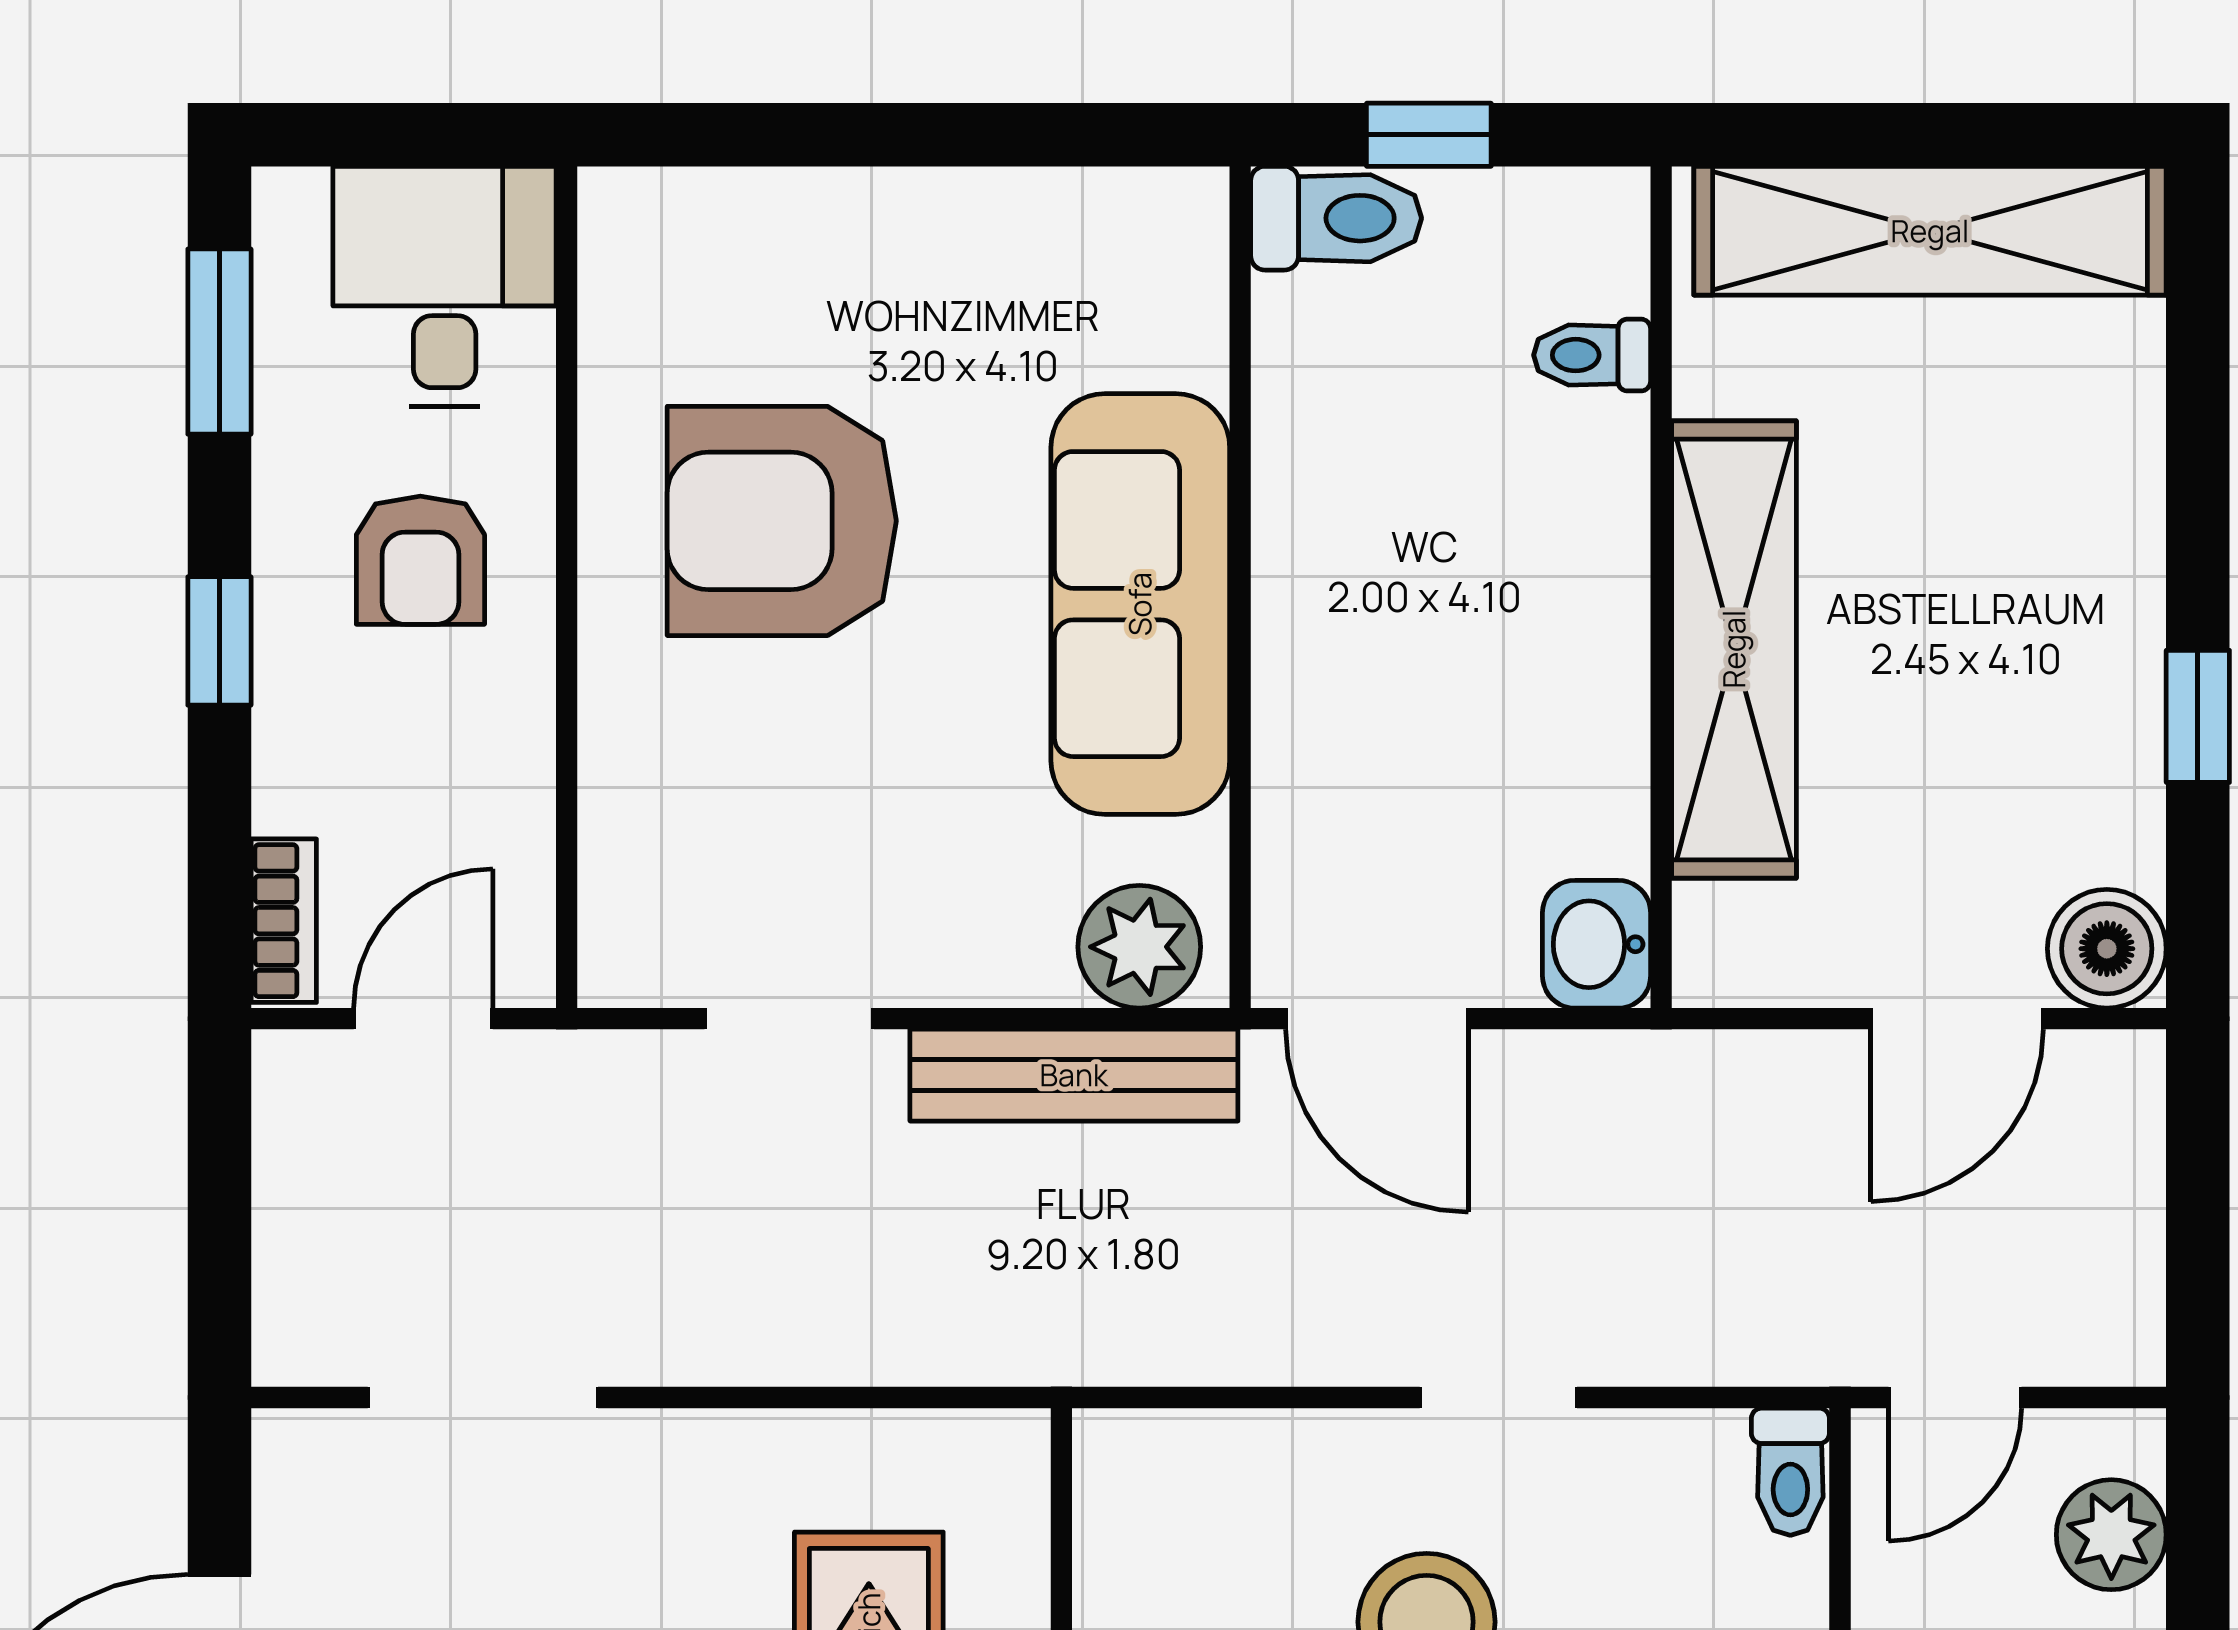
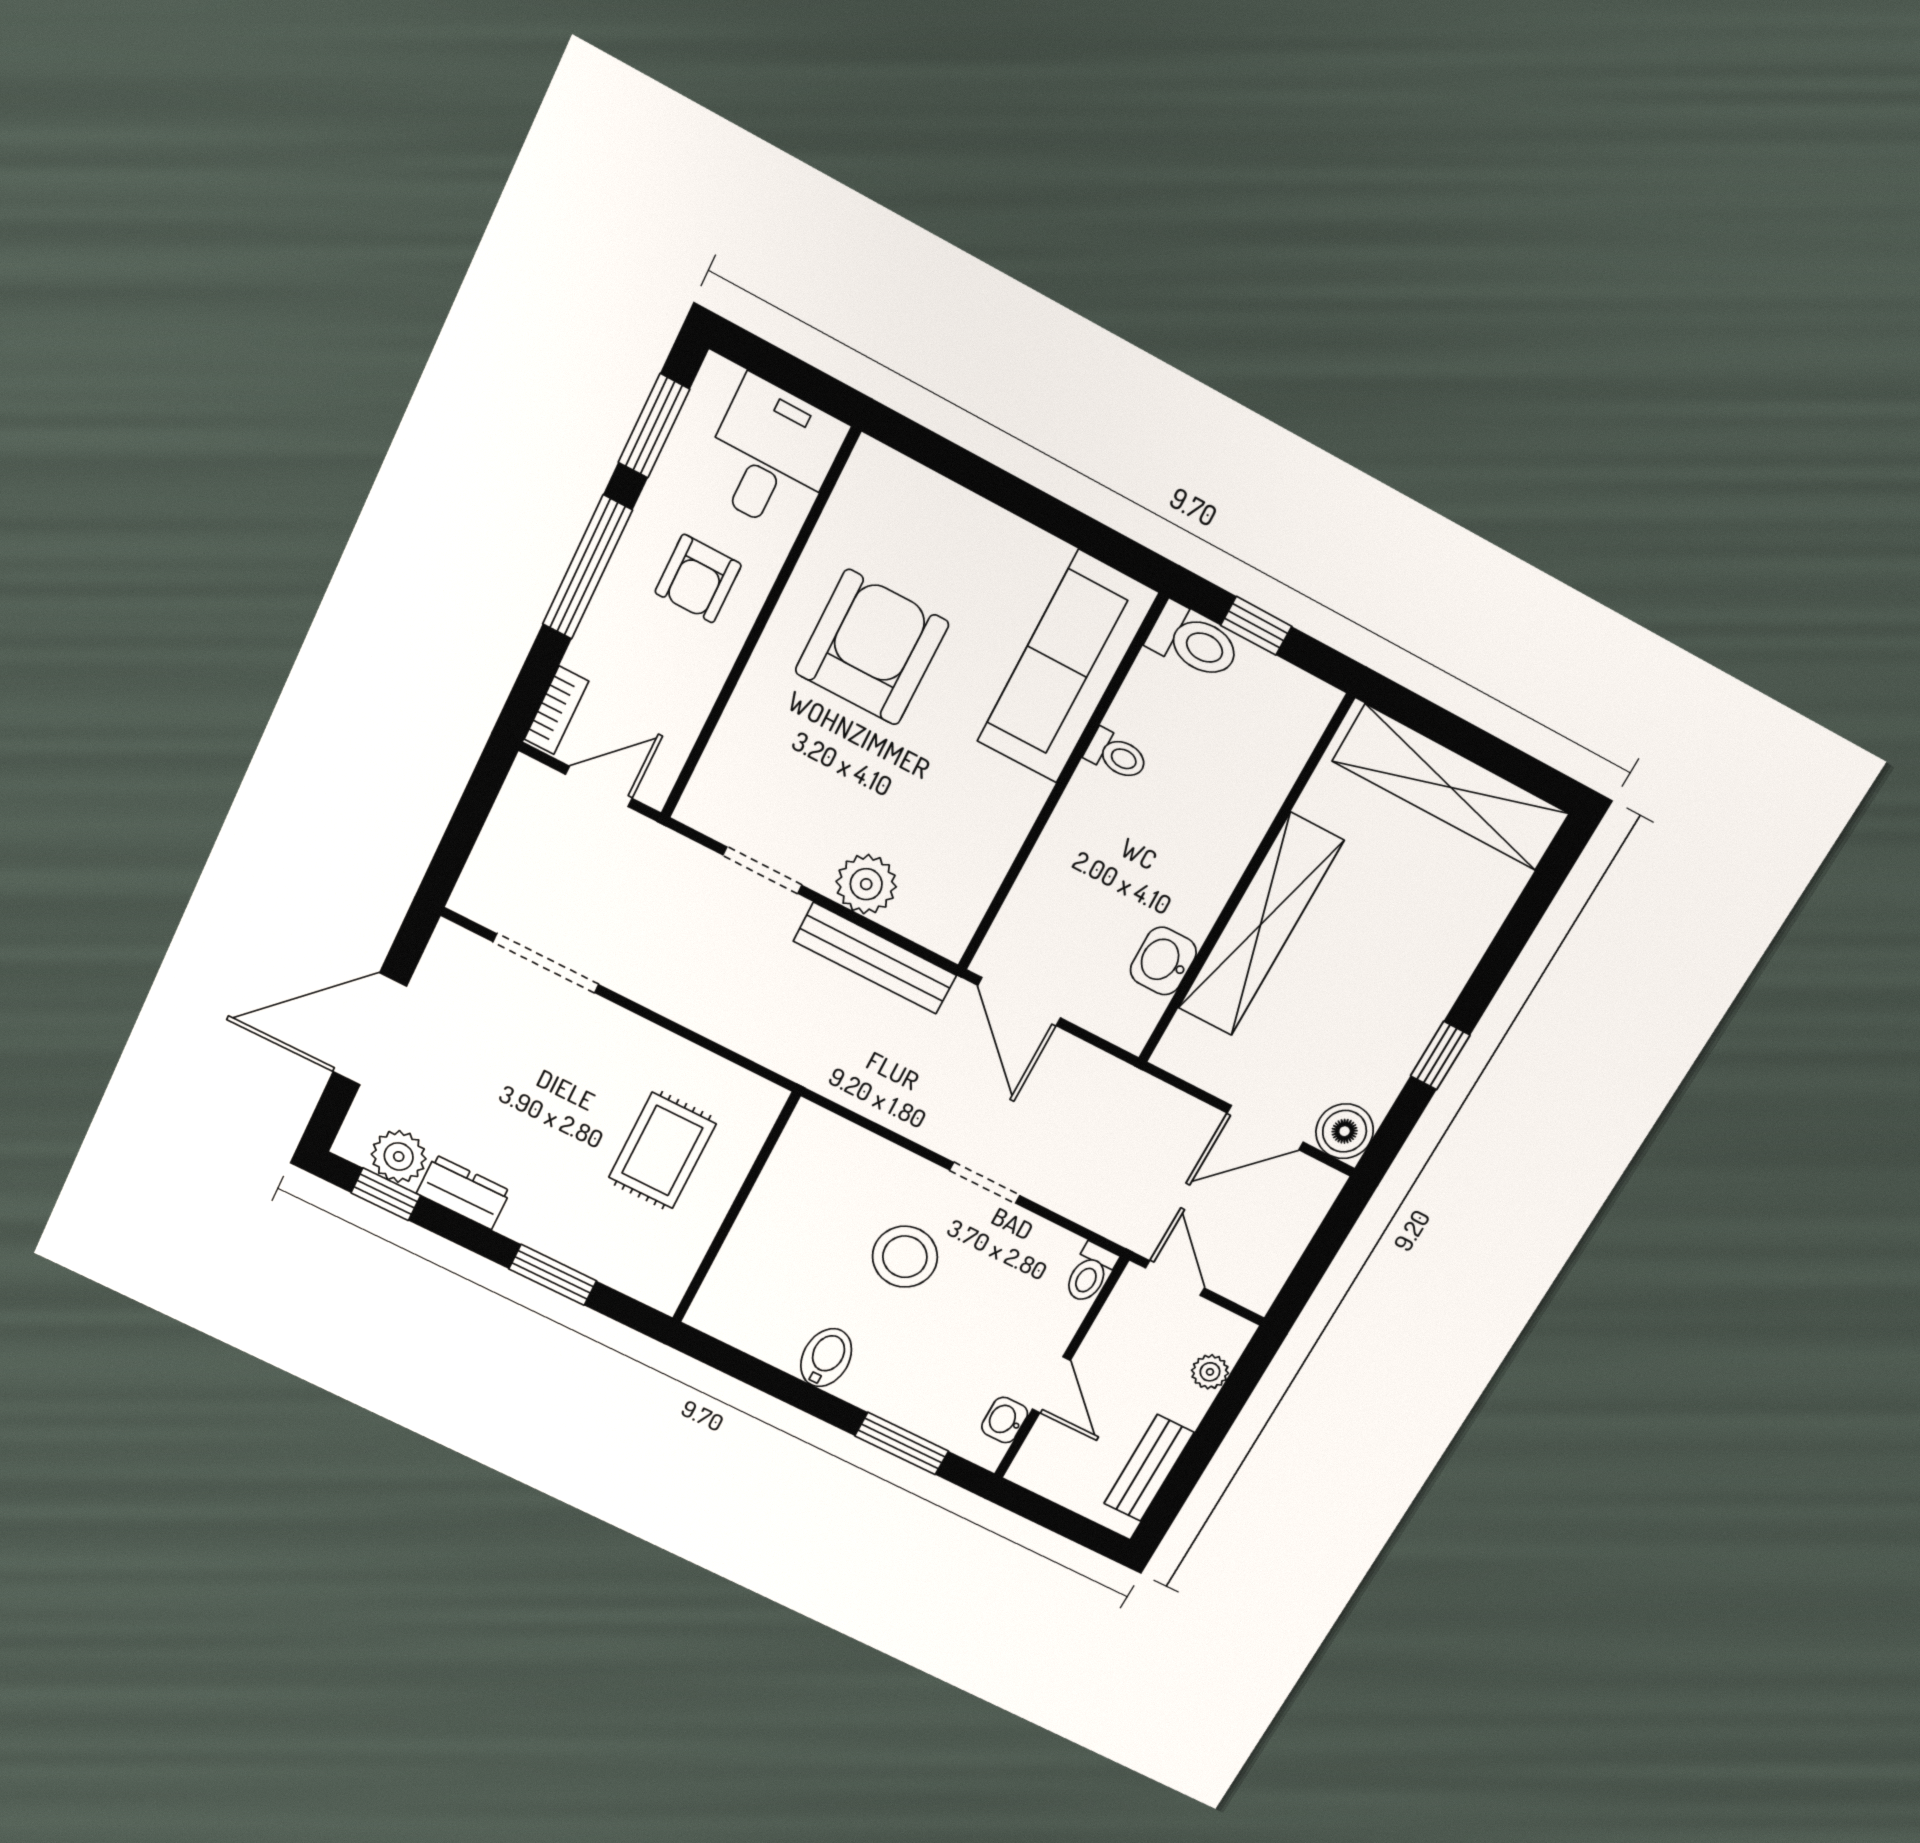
toilet: (1592, 355) -> (1116, 755), moved, turned 180
armchair: (782, 521) -> (872, 647), turned 90
sofa: (1140, 604) -> (1067, 667), moved
window: (219, 641) -> (587, 567), width x2.17
washbasin: (1597, 944) -> (1163, 961), moved
plant: (1139, 947) -> (866, 884), moved
door: (1955, 1398) -> (1175, 1278), swing flipped
plant: (2111, 1535) -> (1210, 1372), width x0.73, depth x0.73

